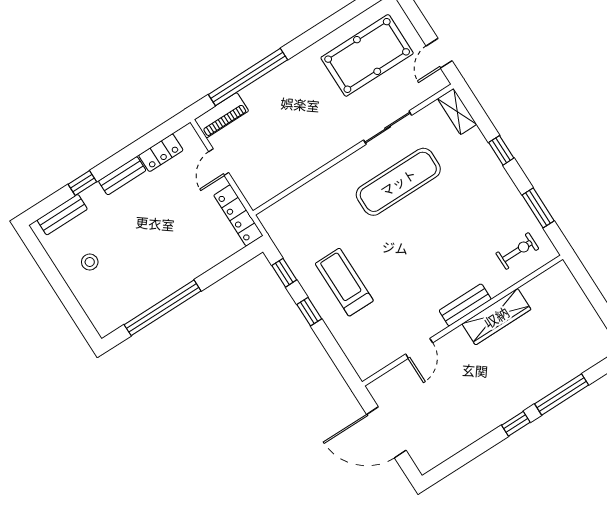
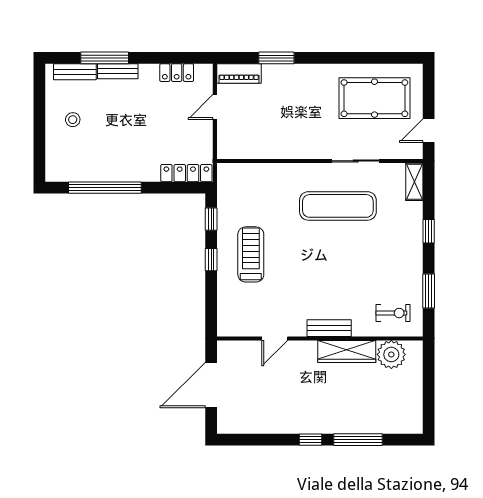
window: (248, 77) -> (276, 58), width x0.47
bench: (122, 176) -> (118, 71), moved
window: (82, 183) -> (105, 58), width x2.17
locker: (238, 215) -> (186, 173), moved, turned 90
plant: (541, 292) -> (391, 354), added
door: (386, 432) -> (211, 385), hinge flipped

